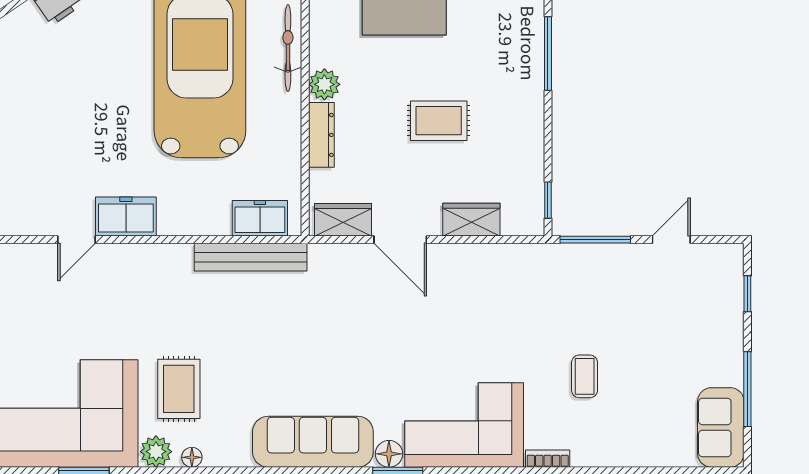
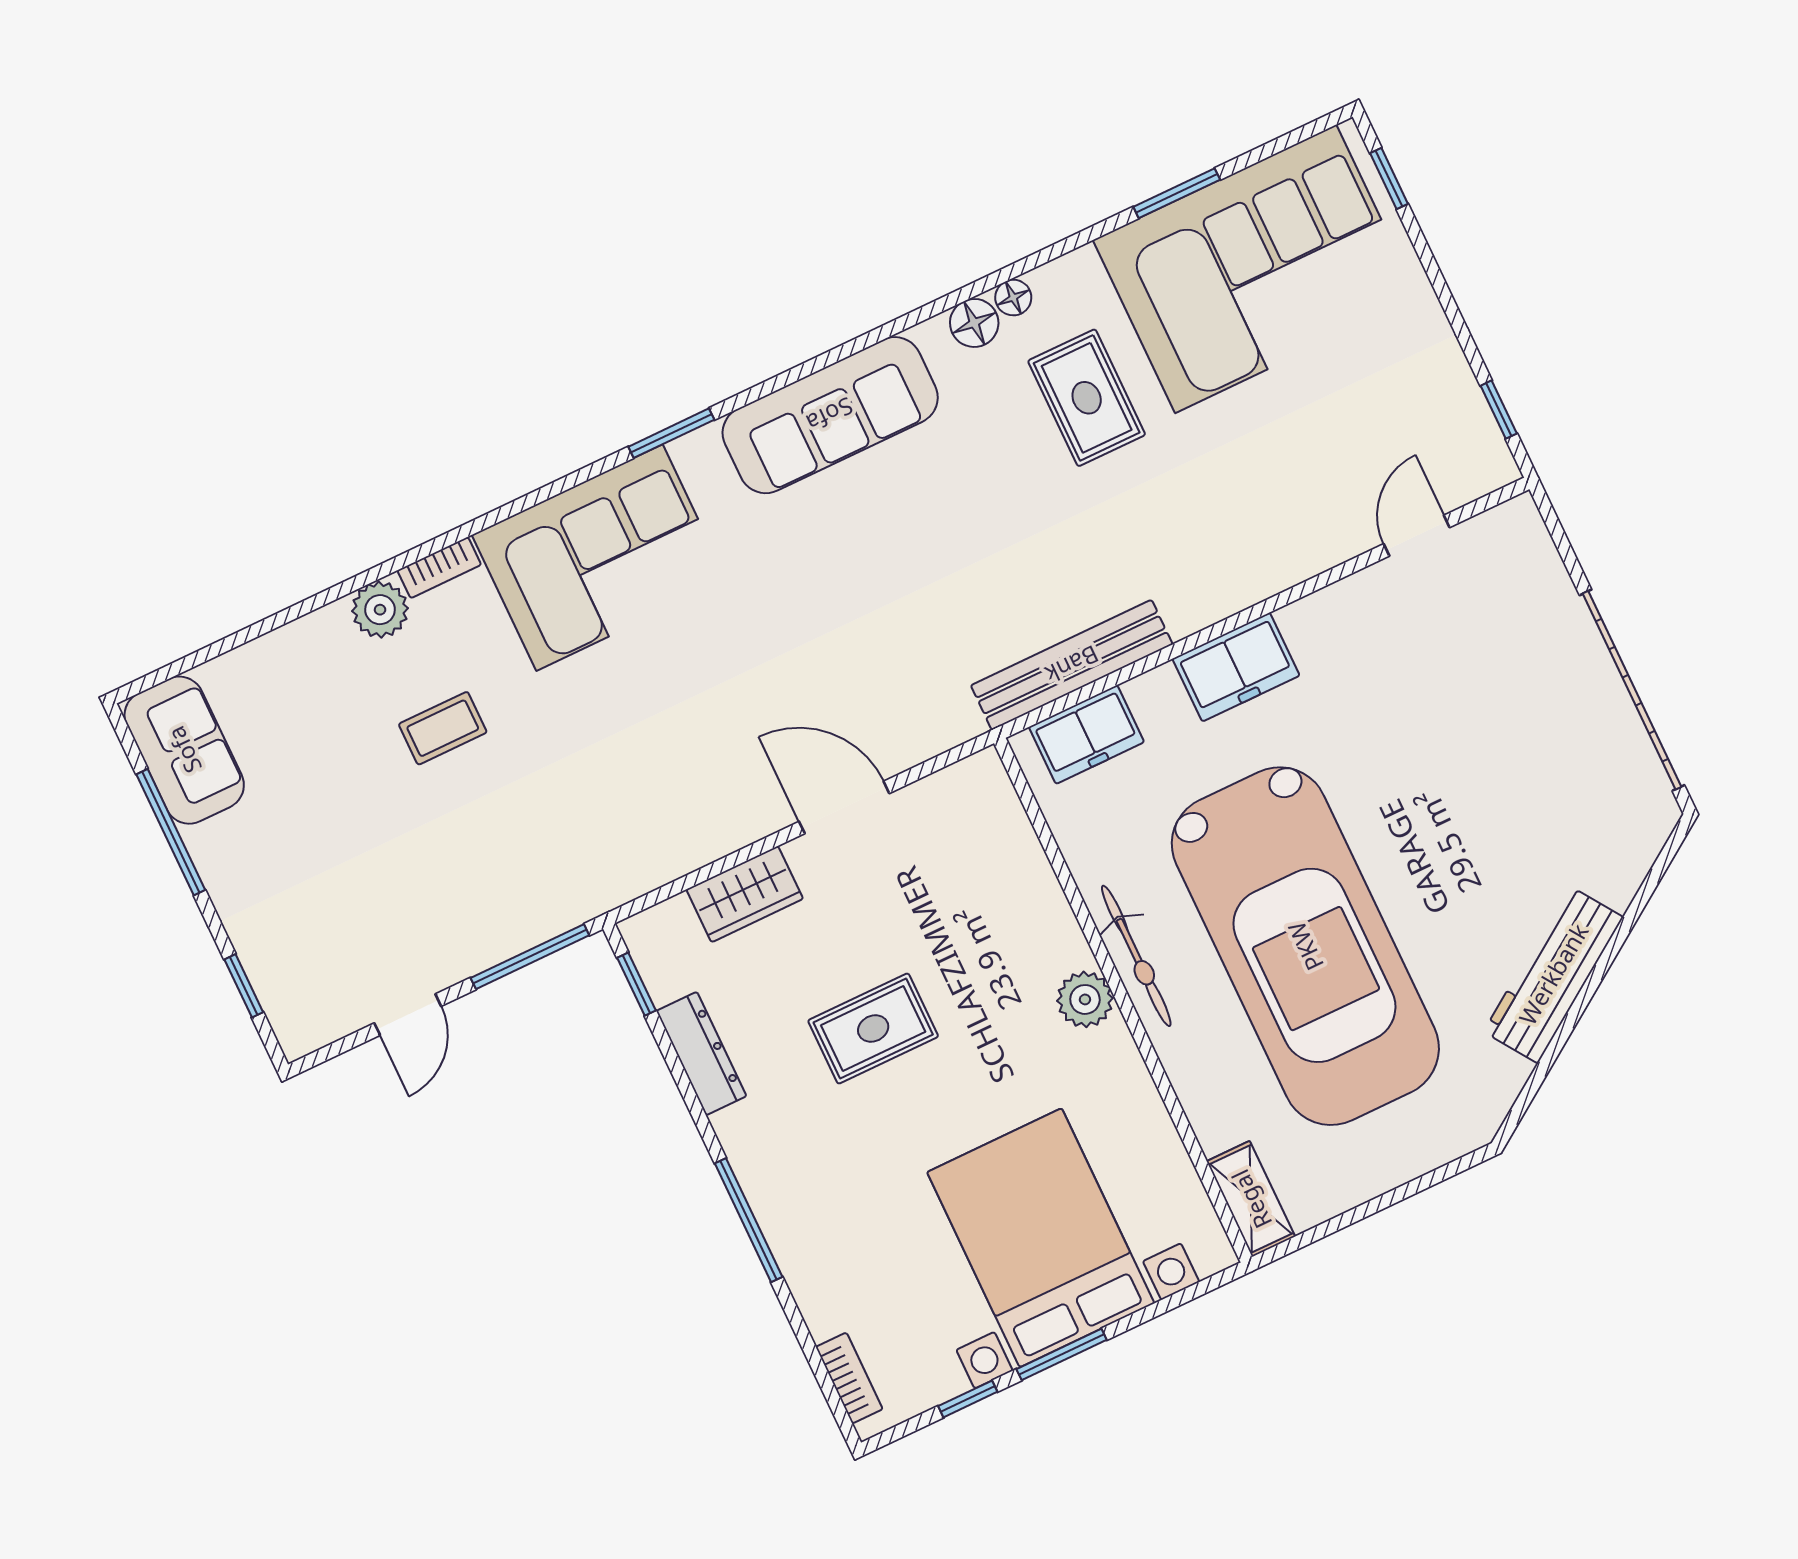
bicycle: (288, 48) -> (1136, 956), moved
dresser: (321, 135) -> (701, 1054), moved, turned 180
freezer: (126, 216) -> (1236, 667), moved
wardrobe: (343, 220) -> (952, 796), removed
door: (76, 240) -> (1417, 536), moved
coffee table: (585, 376) -> (443, 728), turned 90
plant: (156, 452) -> (380, 610), moved
floor lamp: (389, 454) -> (974, 323), moved

